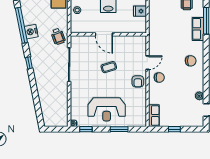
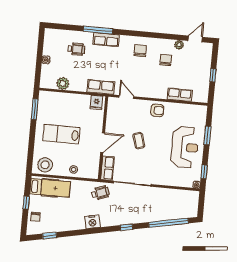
fridge: (140, 11) -> (96, 102), moved
window: (21, 25) -> (169, 223), moved
row of seats: (155, 28) -> (101, 87), added
row of seats: (81, 41) -> (107, 168), added
door: (147, 63) -> (126, 97), moved
chair: (159, 78) -> (166, 60), moved
row of seats: (154, 116) -> (180, 95), moved

